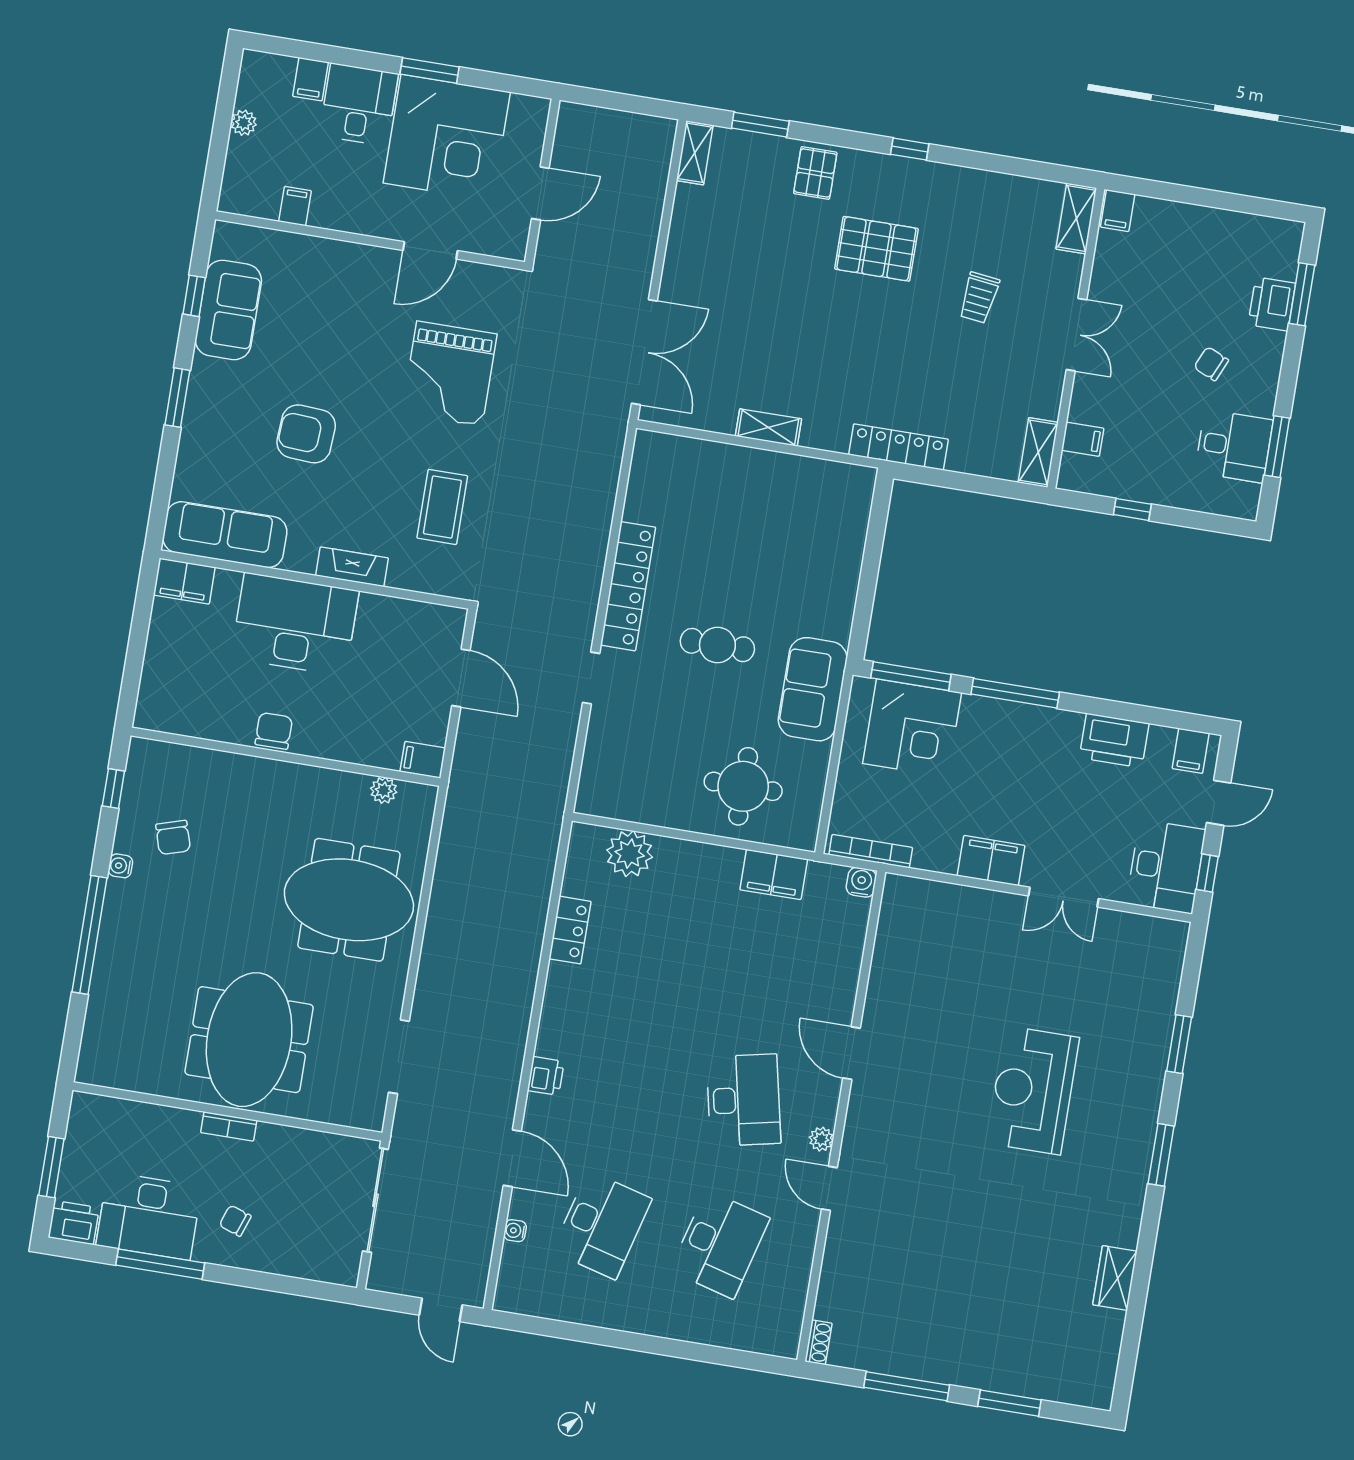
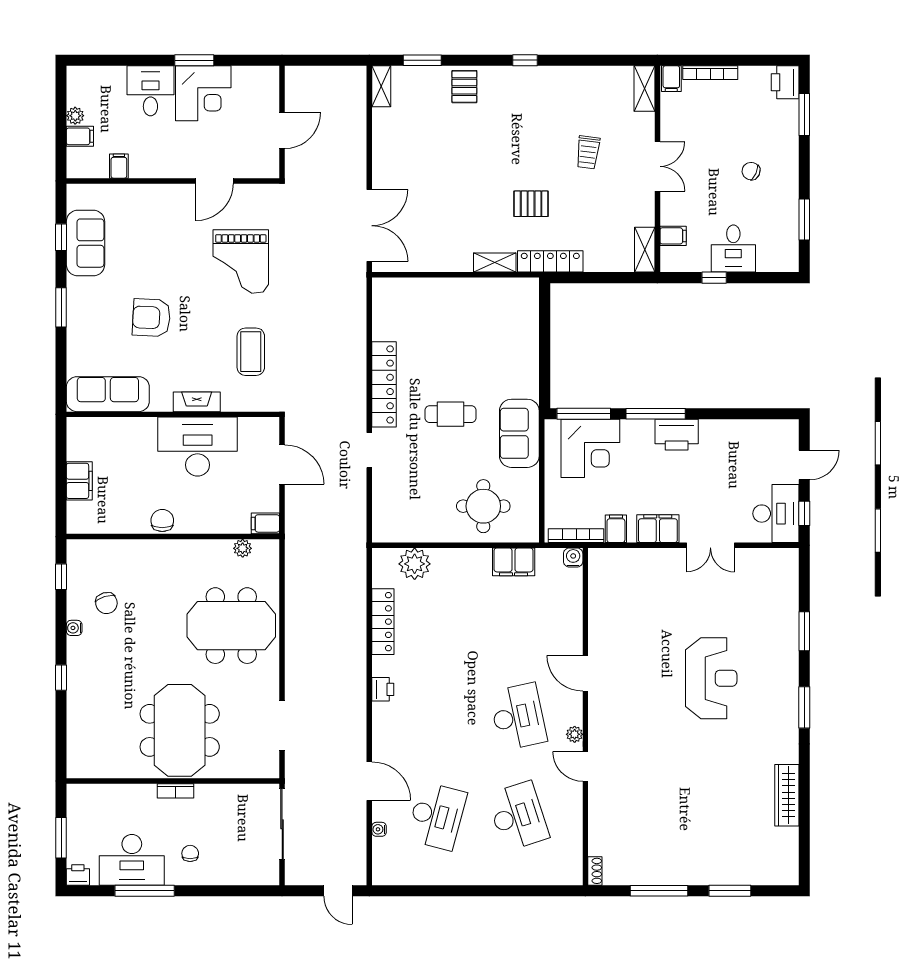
filing cabinet: (311, 79) -> (80, 136), moved, turned -90
corner desk: (447, 137) -> (203, 93), width x0.74, depth x0.74
bookcase: (1175, 211) -> (710, 73), added
pallet: (876, 249) -> (531, 204), moved, width x0.67, depth x0.71
printer: (1272, 304) -> (785, 82), moved
shelving: (768, 427) -> (495, 263), moved
desk: (1234, 446) -> (733, 248), moved, turned 90
filing cabinet: (184, 581) -> (79, 481), moved, turned -90
desk: (295, 624) -> (198, 447), moved
printer: (1114, 741) -> (677, 435), moved
filing cabinet: (1191, 751) -> (616, 529), moved, turned 180
locker: (570, 930) -> (383, 622), width x1.53
window: (89, 935) -> (61, 678), width x0.32
printer: (546, 1076) -> (383, 689), moved
reception desk: (1033, 1090) -> (711, 678), turned 180
chair: (235, 1221) -> (190, 853), turned 71
printer: (74, 1223) -> (78, 875), width x0.73, depth x0.81
desk: (720, 1244) -> (518, 816), turned -33
wardrobe: (1115, 1278) -> (787, 795), width x1.50

